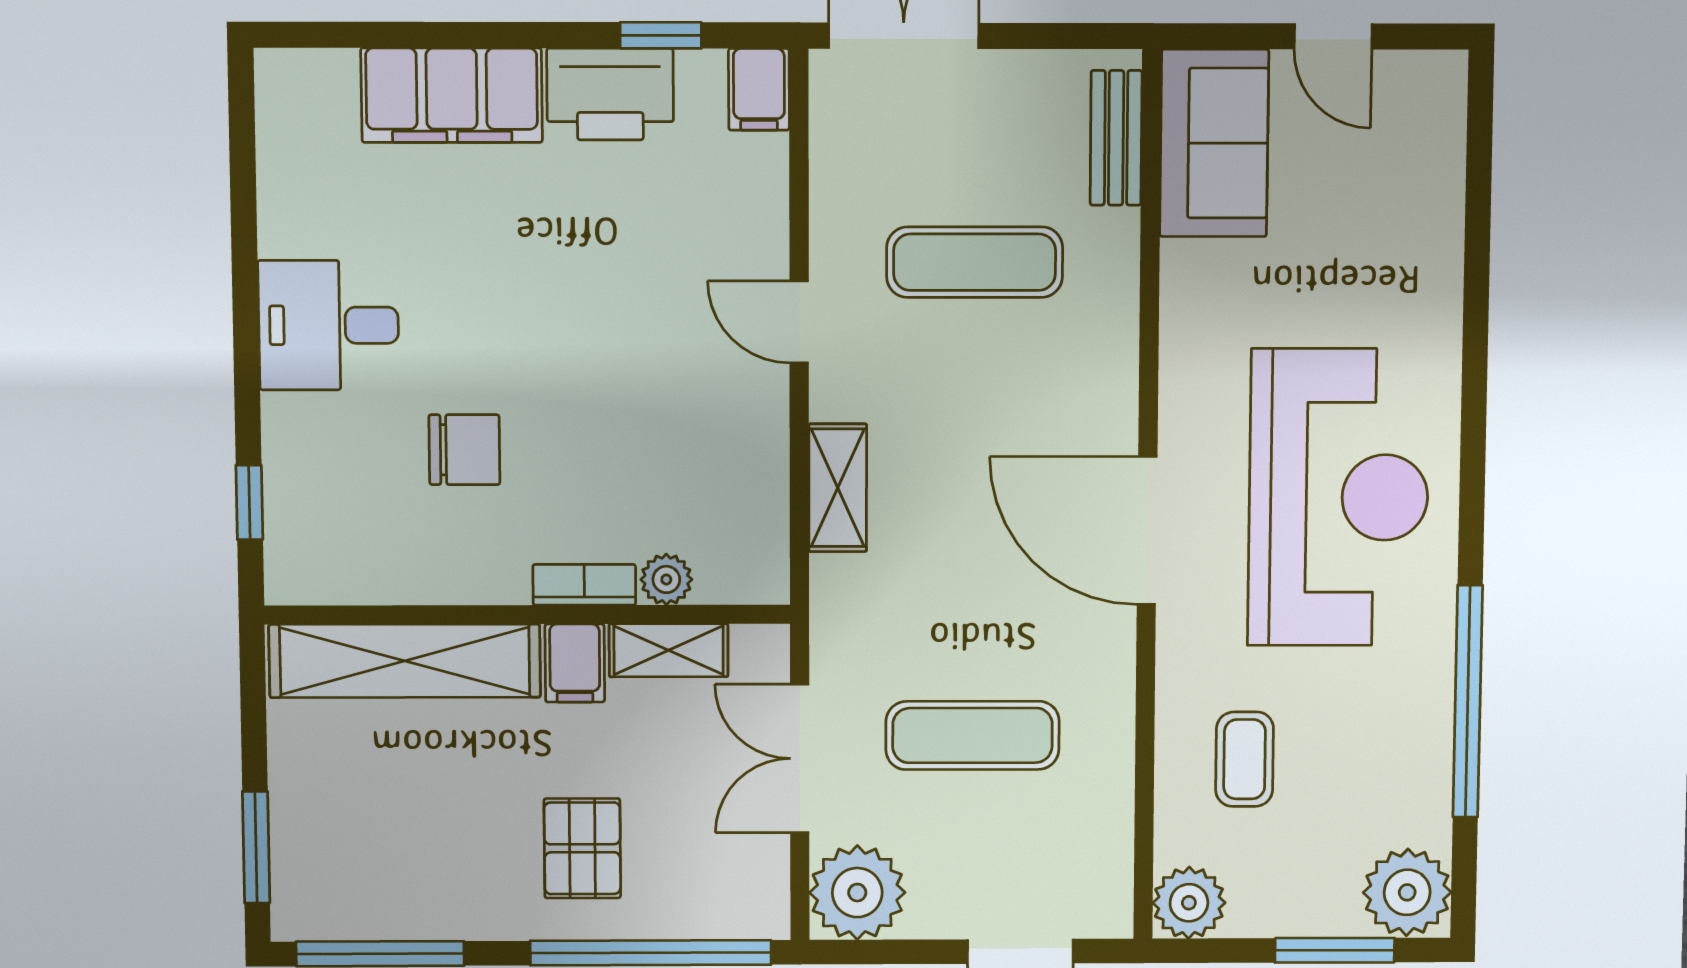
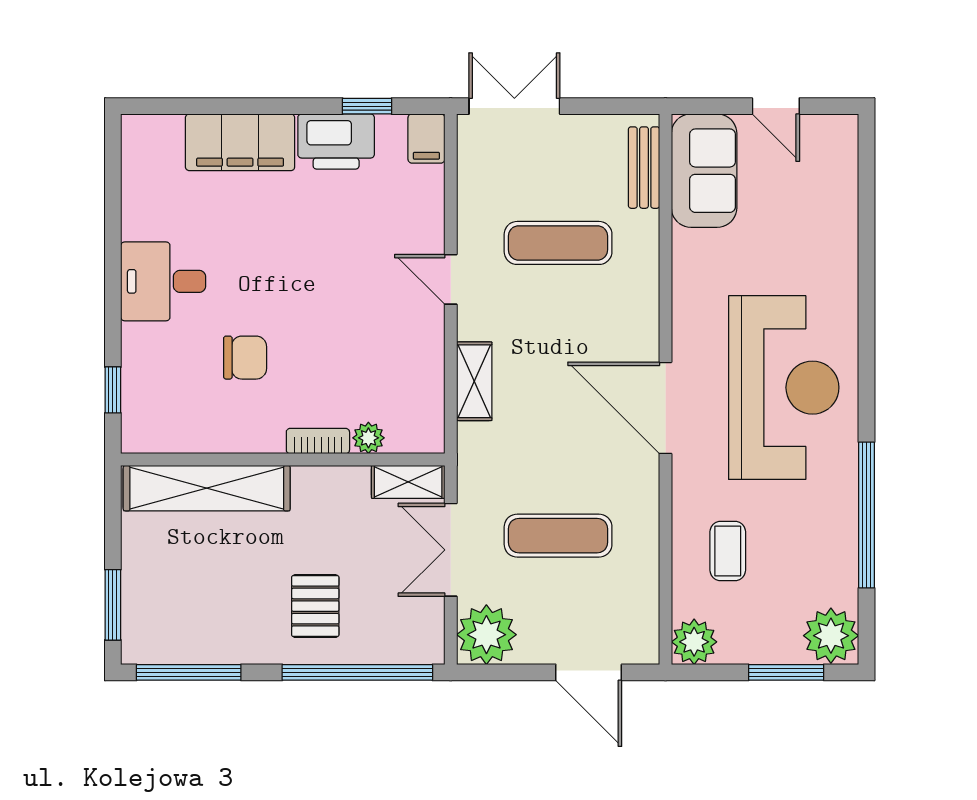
shelving: (669, 650) -> (408, 482), moved
filing cabinet: (575, 663) -> (312, 490), removed

